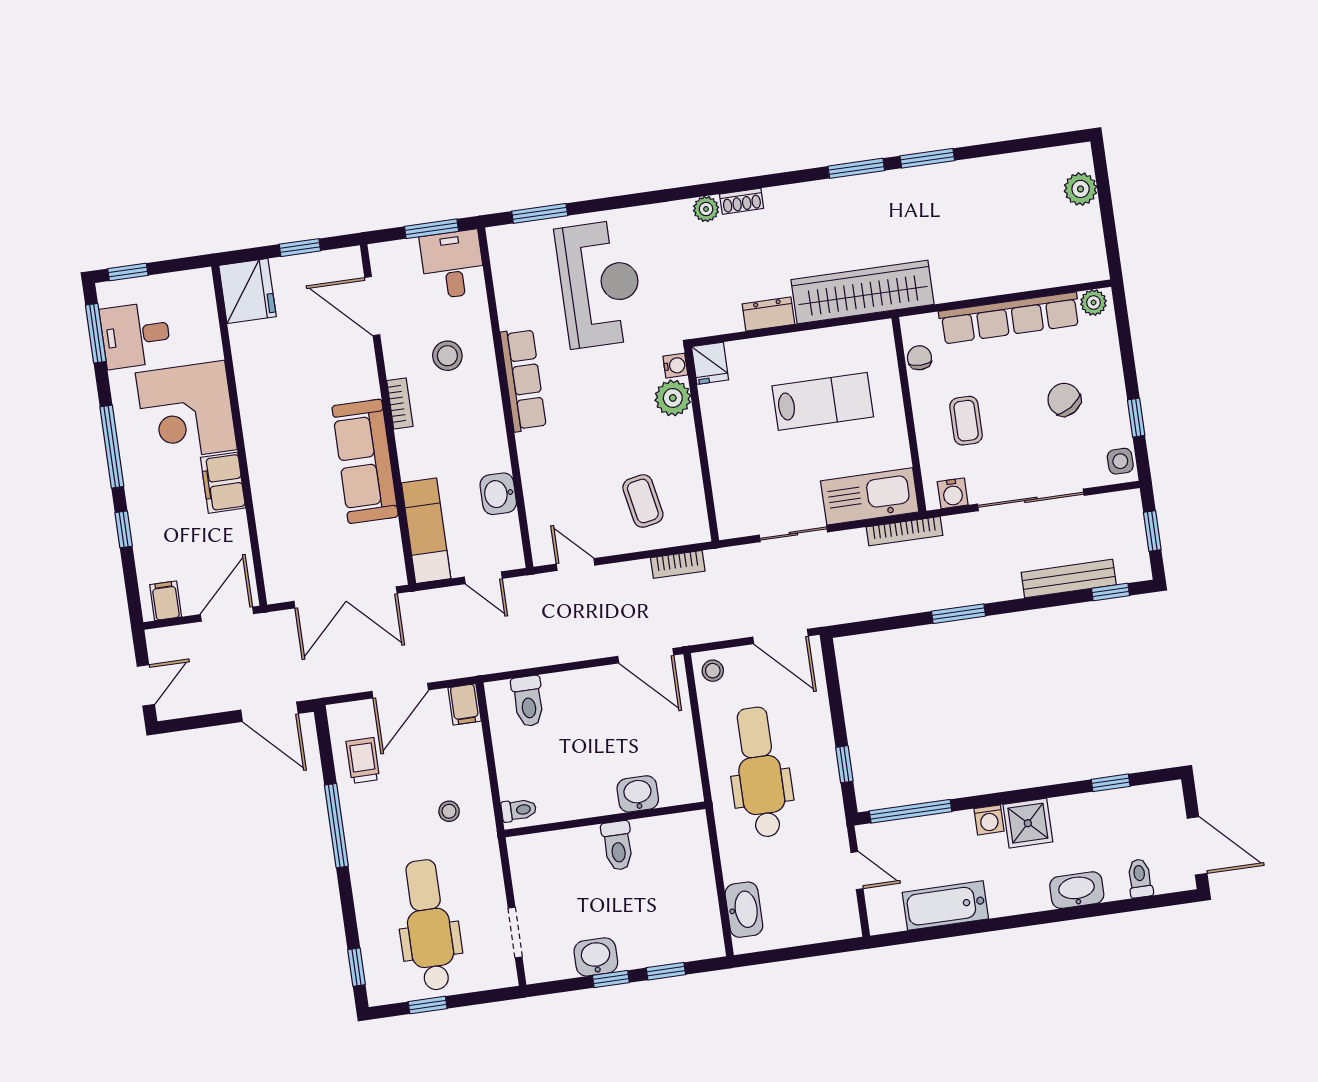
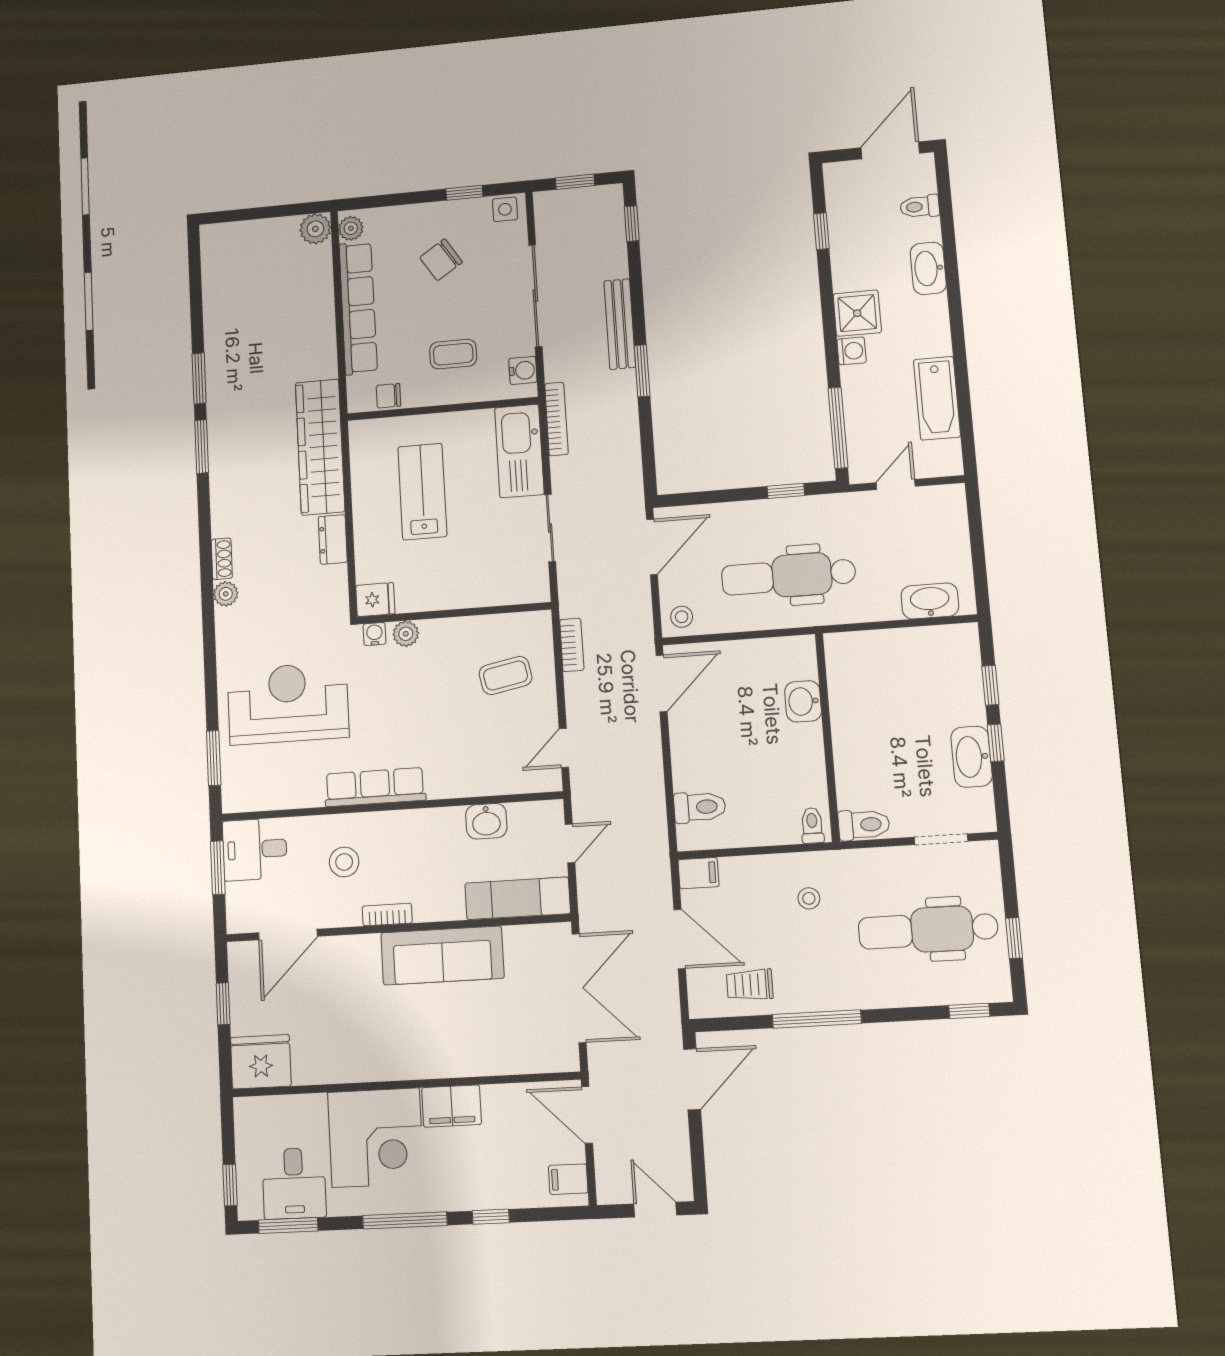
plant: (1081, 189) -> (315, 229), moved
plant: (673, 398) -> (406, 634), width x0.73, depth x0.73
bench: (1069, 579) -> (620, 324), moved
toilet: (618, 846) -> (864, 825), moved
washbasin: (596, 957) -> (972, 757), width x1.38

